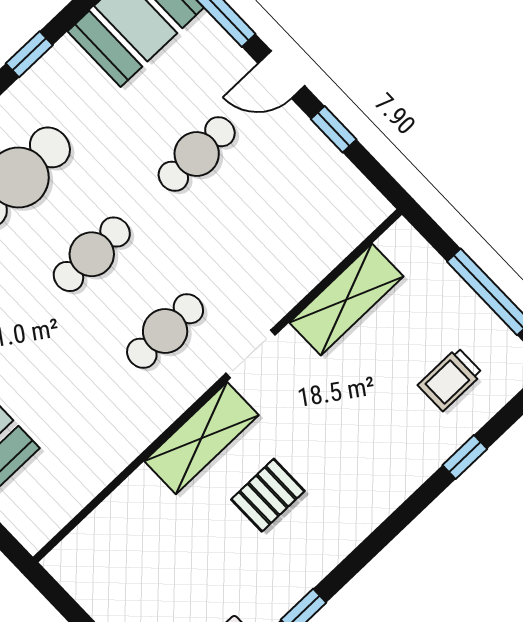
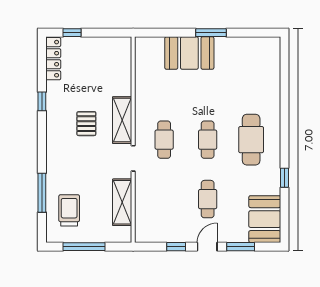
trolley: (450, 379) -> (69, 210), width x1.36, depth x1.39
window: (465, 457) -> (42, 193), width x2.17

